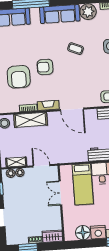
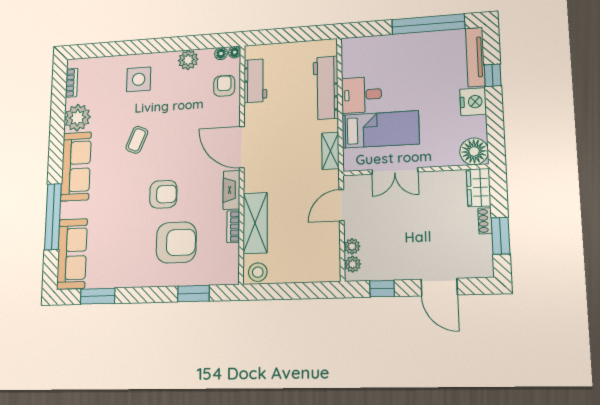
armchair: (45, 67) -> (163, 194), turned -90
door: (72, 109) -> (242, 147), swing flipped
shelving: (16, 162) -> (330, 151), moved
floor lamp: (83, 233) -> (474, 151), moved

